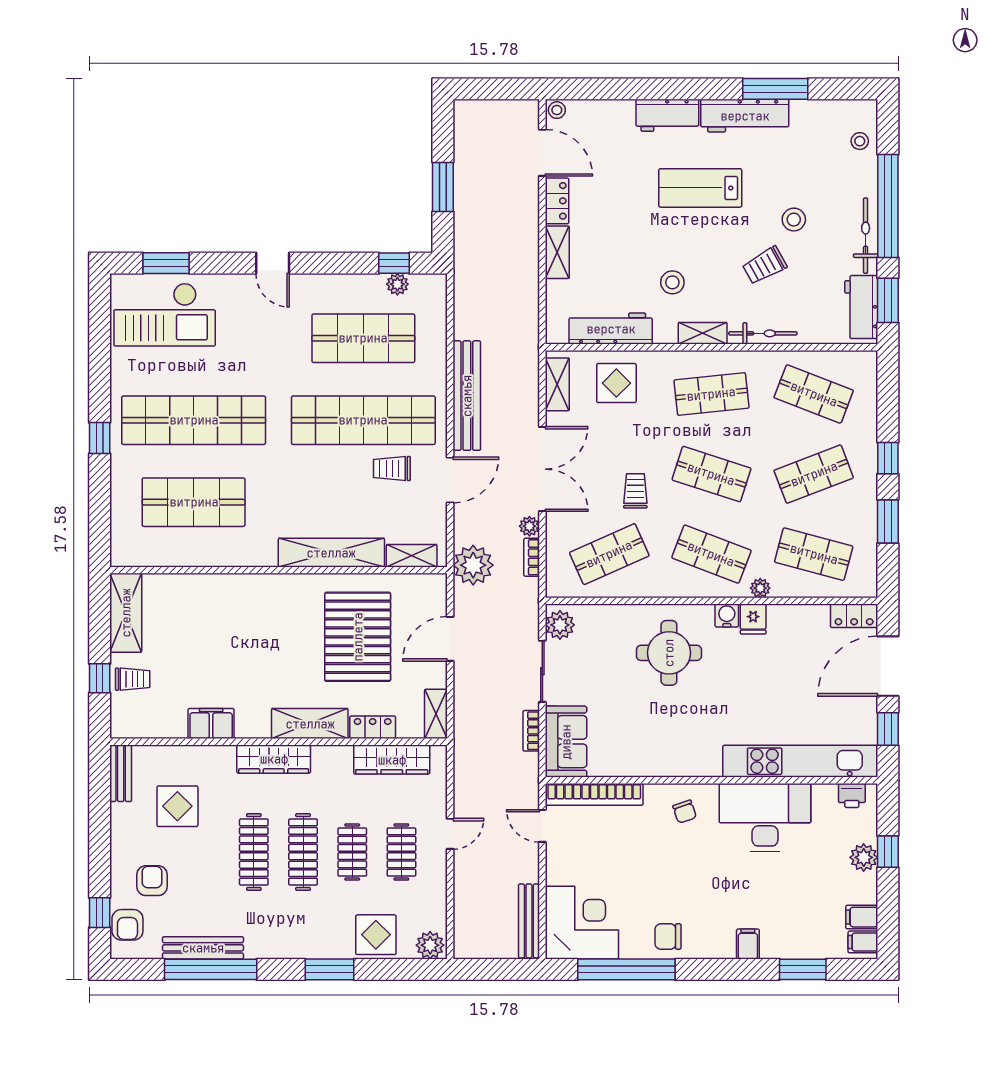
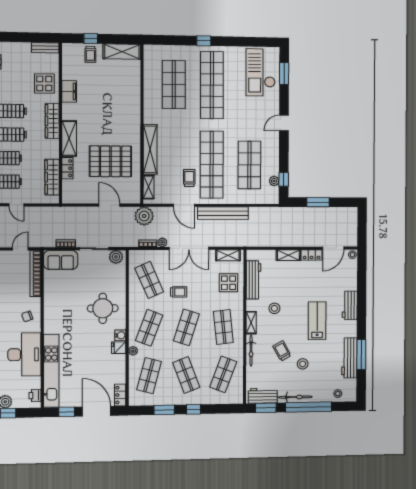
workbench: (745, 116) -> (349, 358), moved
shelving: (436, 714) -> (74, 198), removed
display table: (177, 806) -> (44, 83), moved

